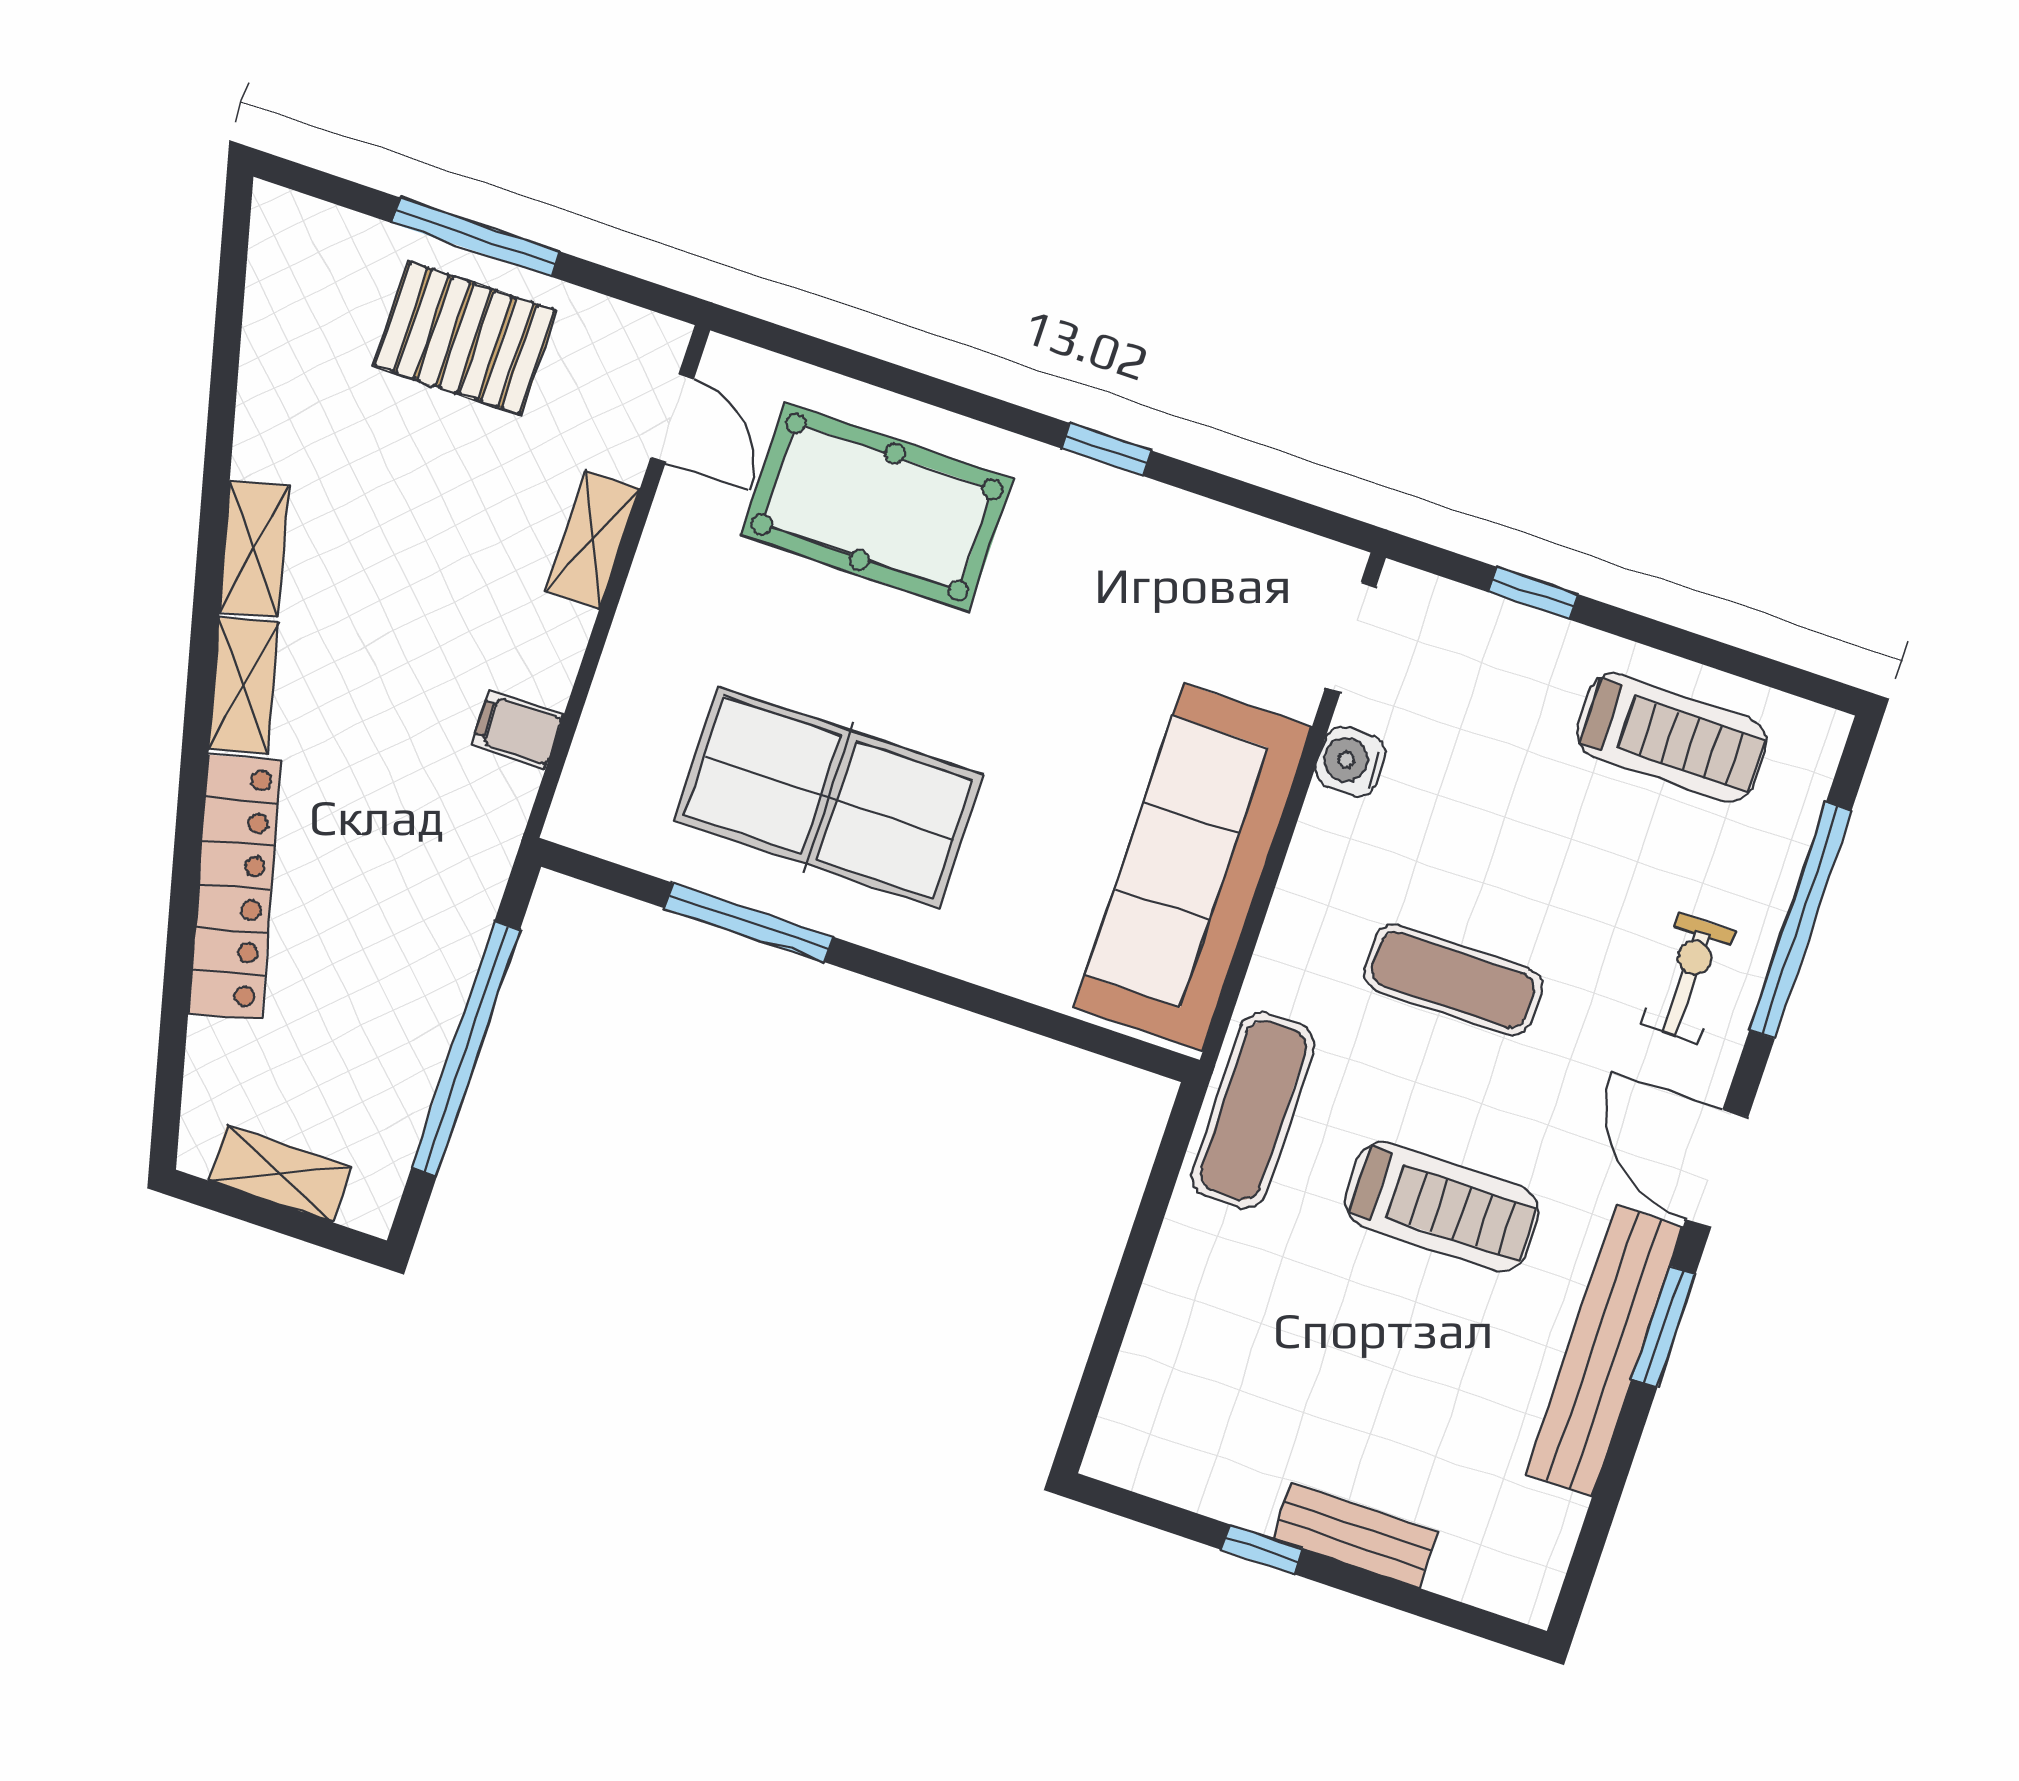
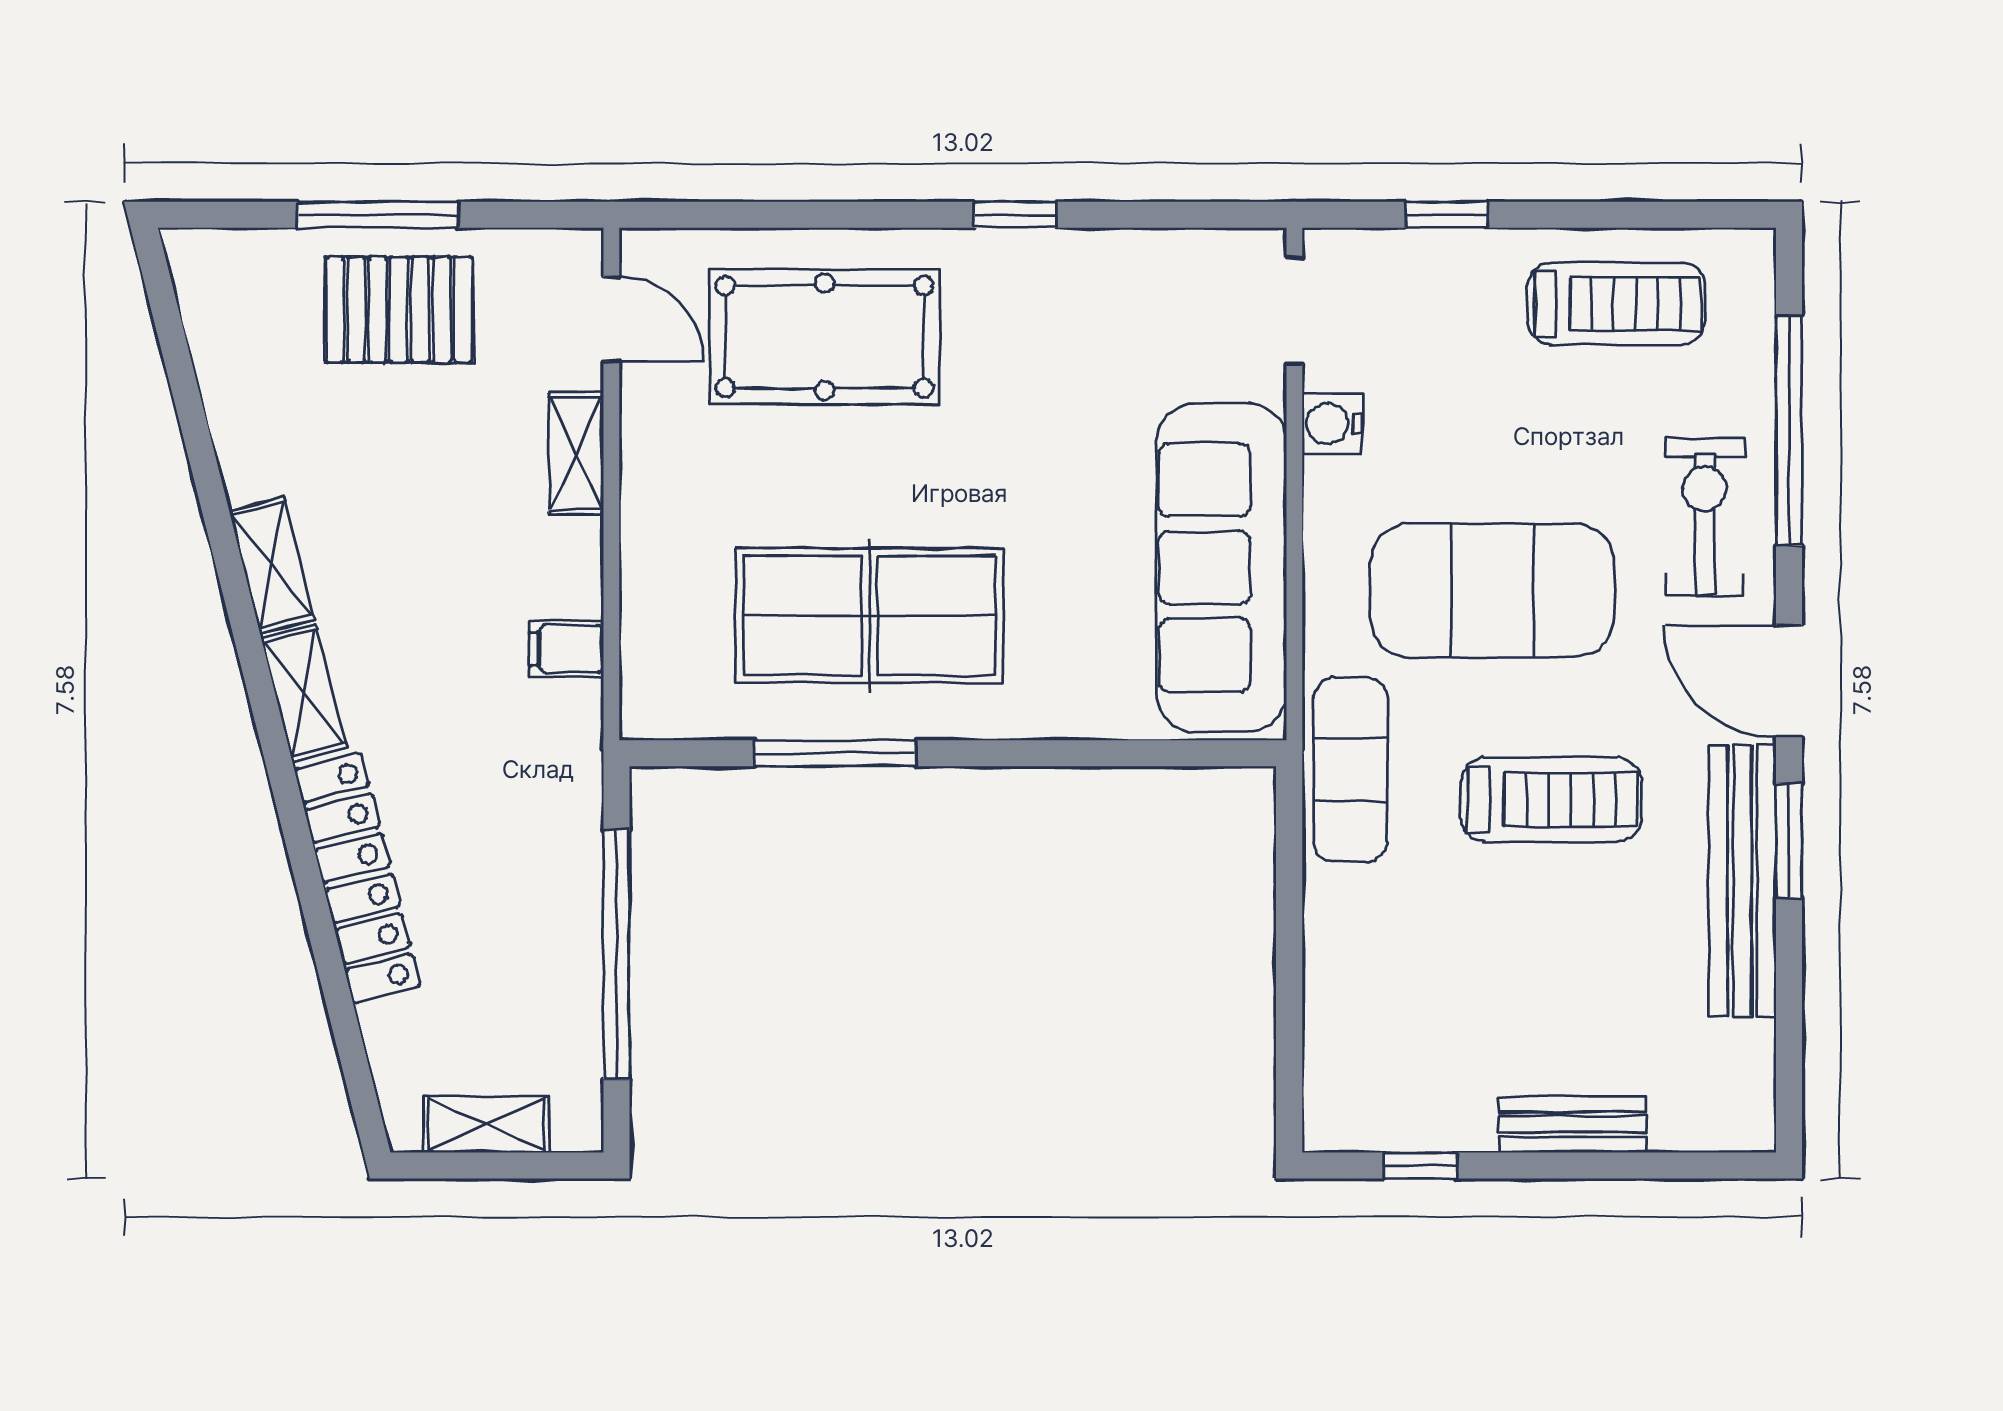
exercise bike: (1688, 978) -> (1705, 517), width x1.38, depth x1.39
exercise mat: (1453, 980) -> (1492, 590), width x2.00, depth x1.45
window: (1262, 1549) -> (1420, 1166), moved

